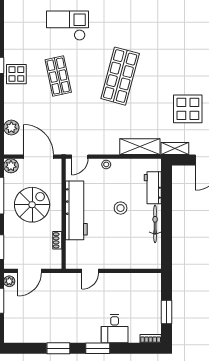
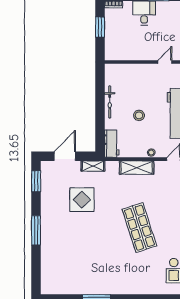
shop shelf: (120, 76) -> (139, 228), turned -33
shelving: (140, 147) -> (137, 168), moved
workbench: (153, 188) -> (112, 144), moved

